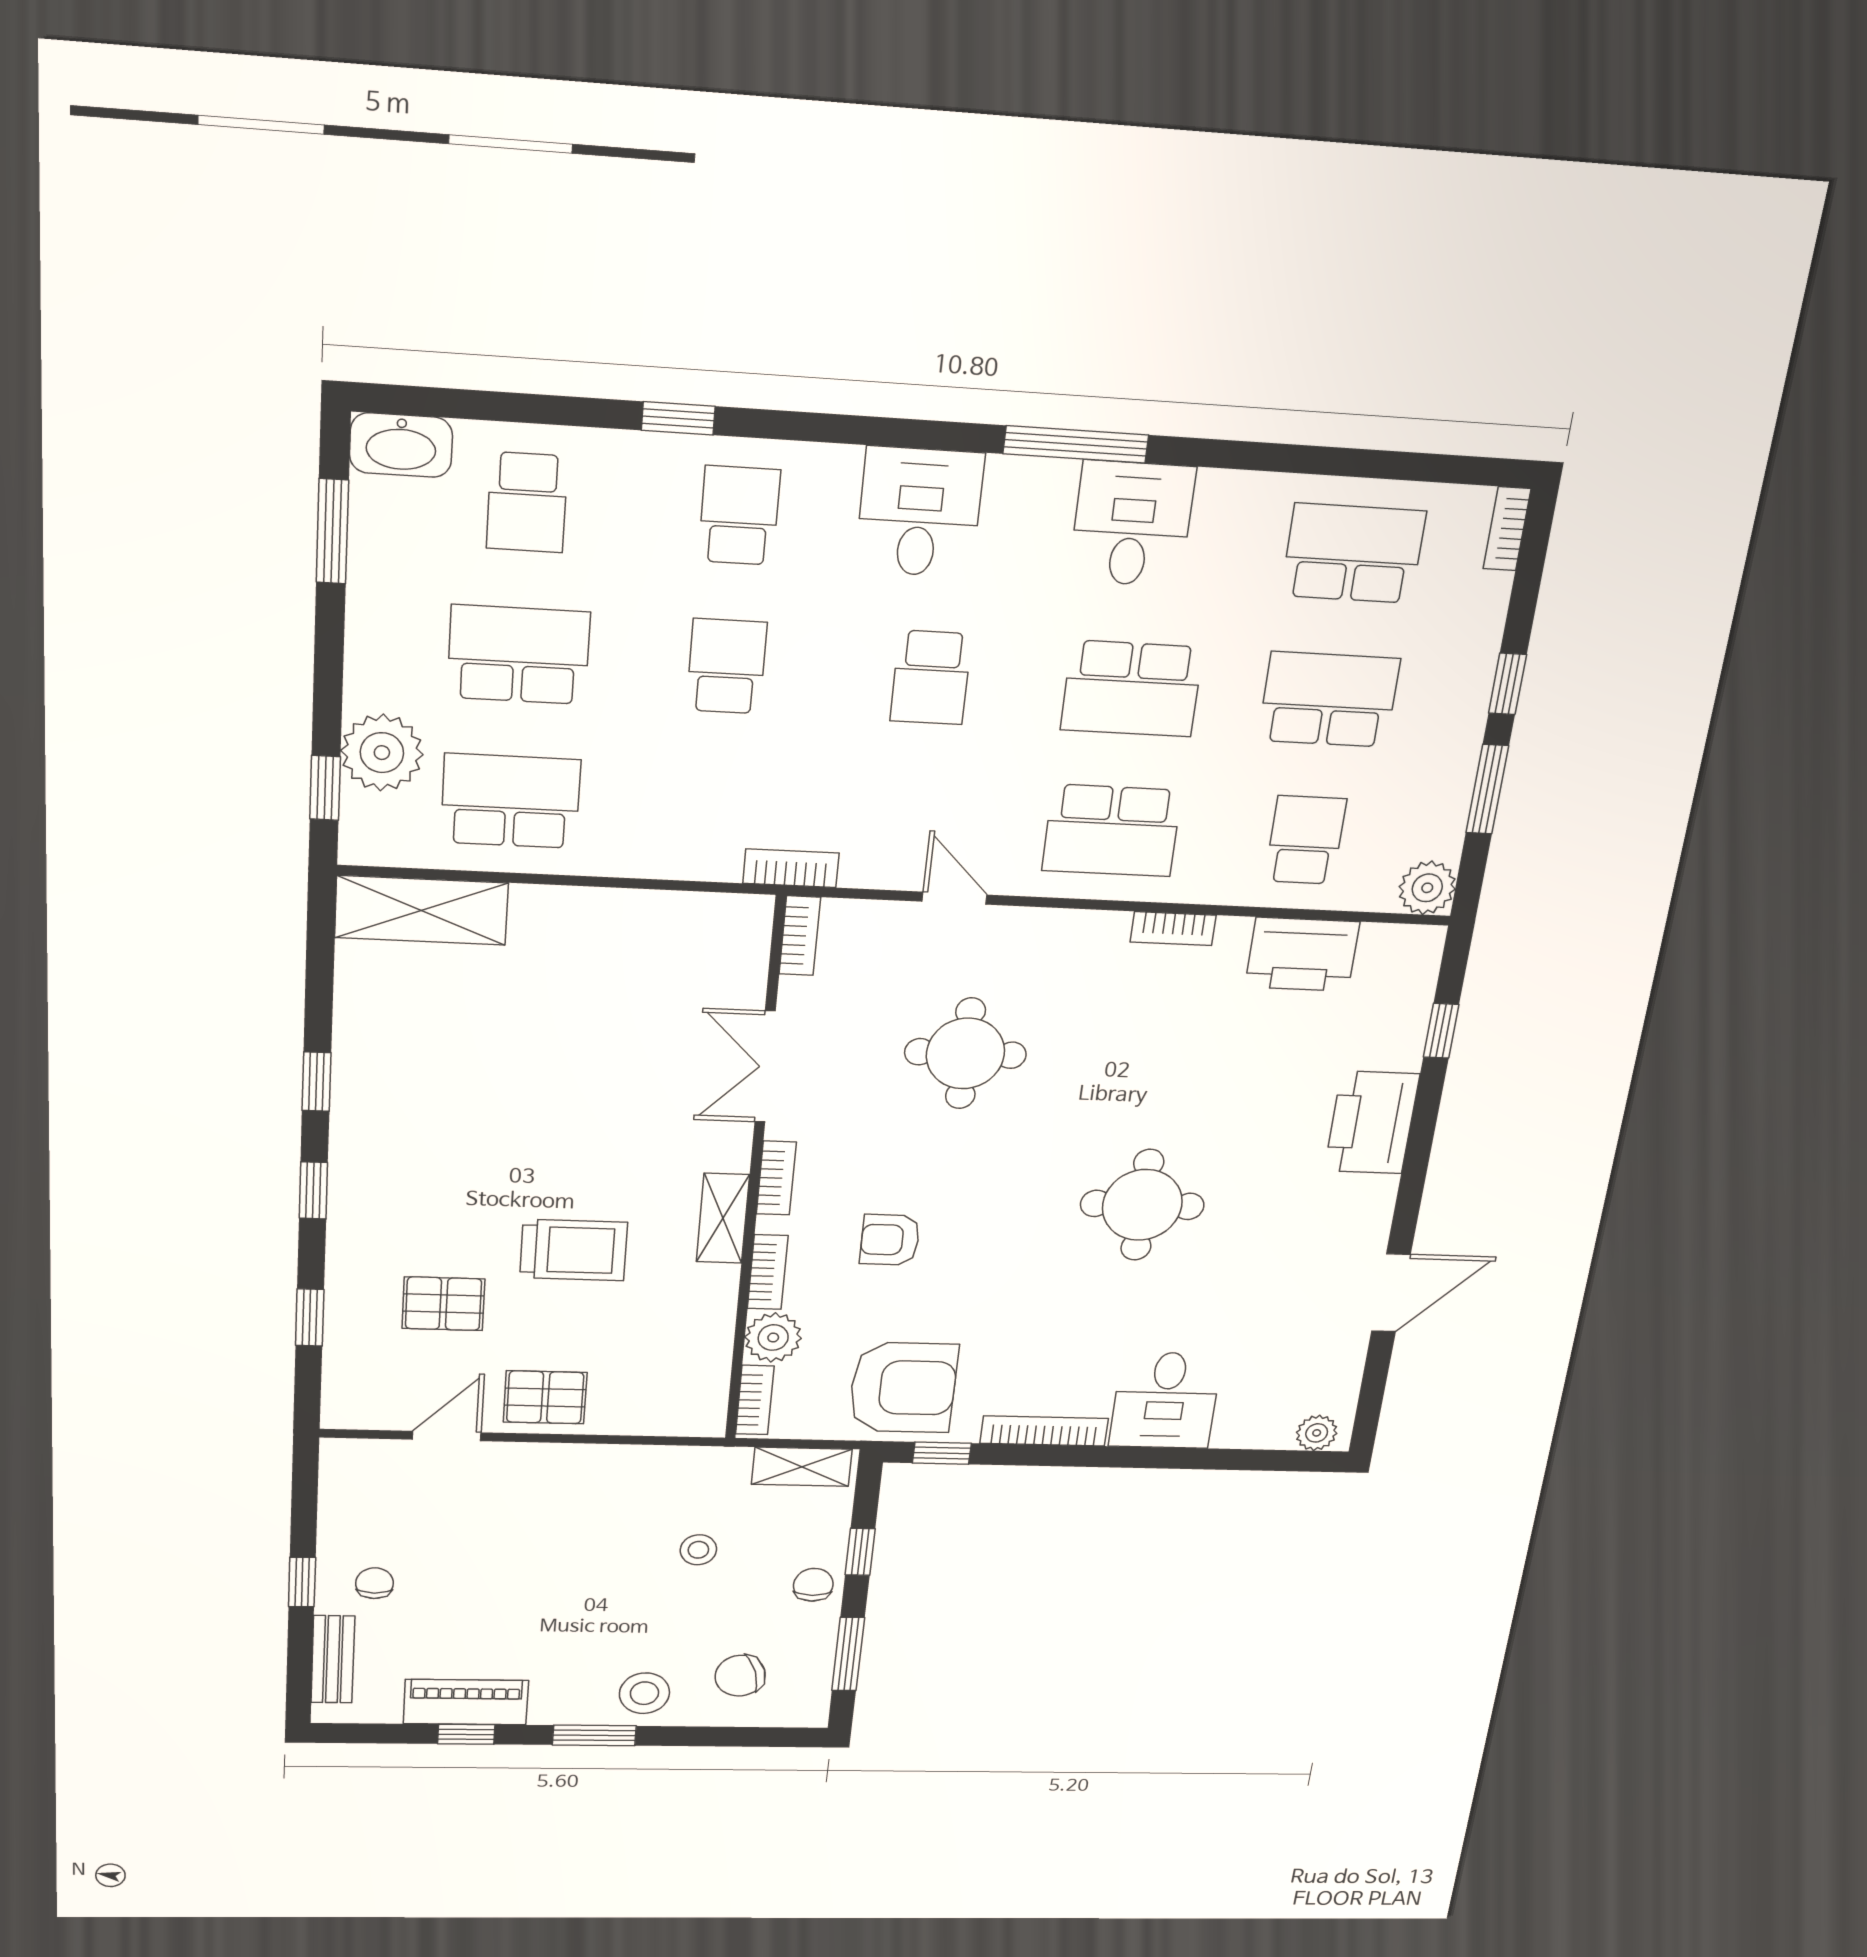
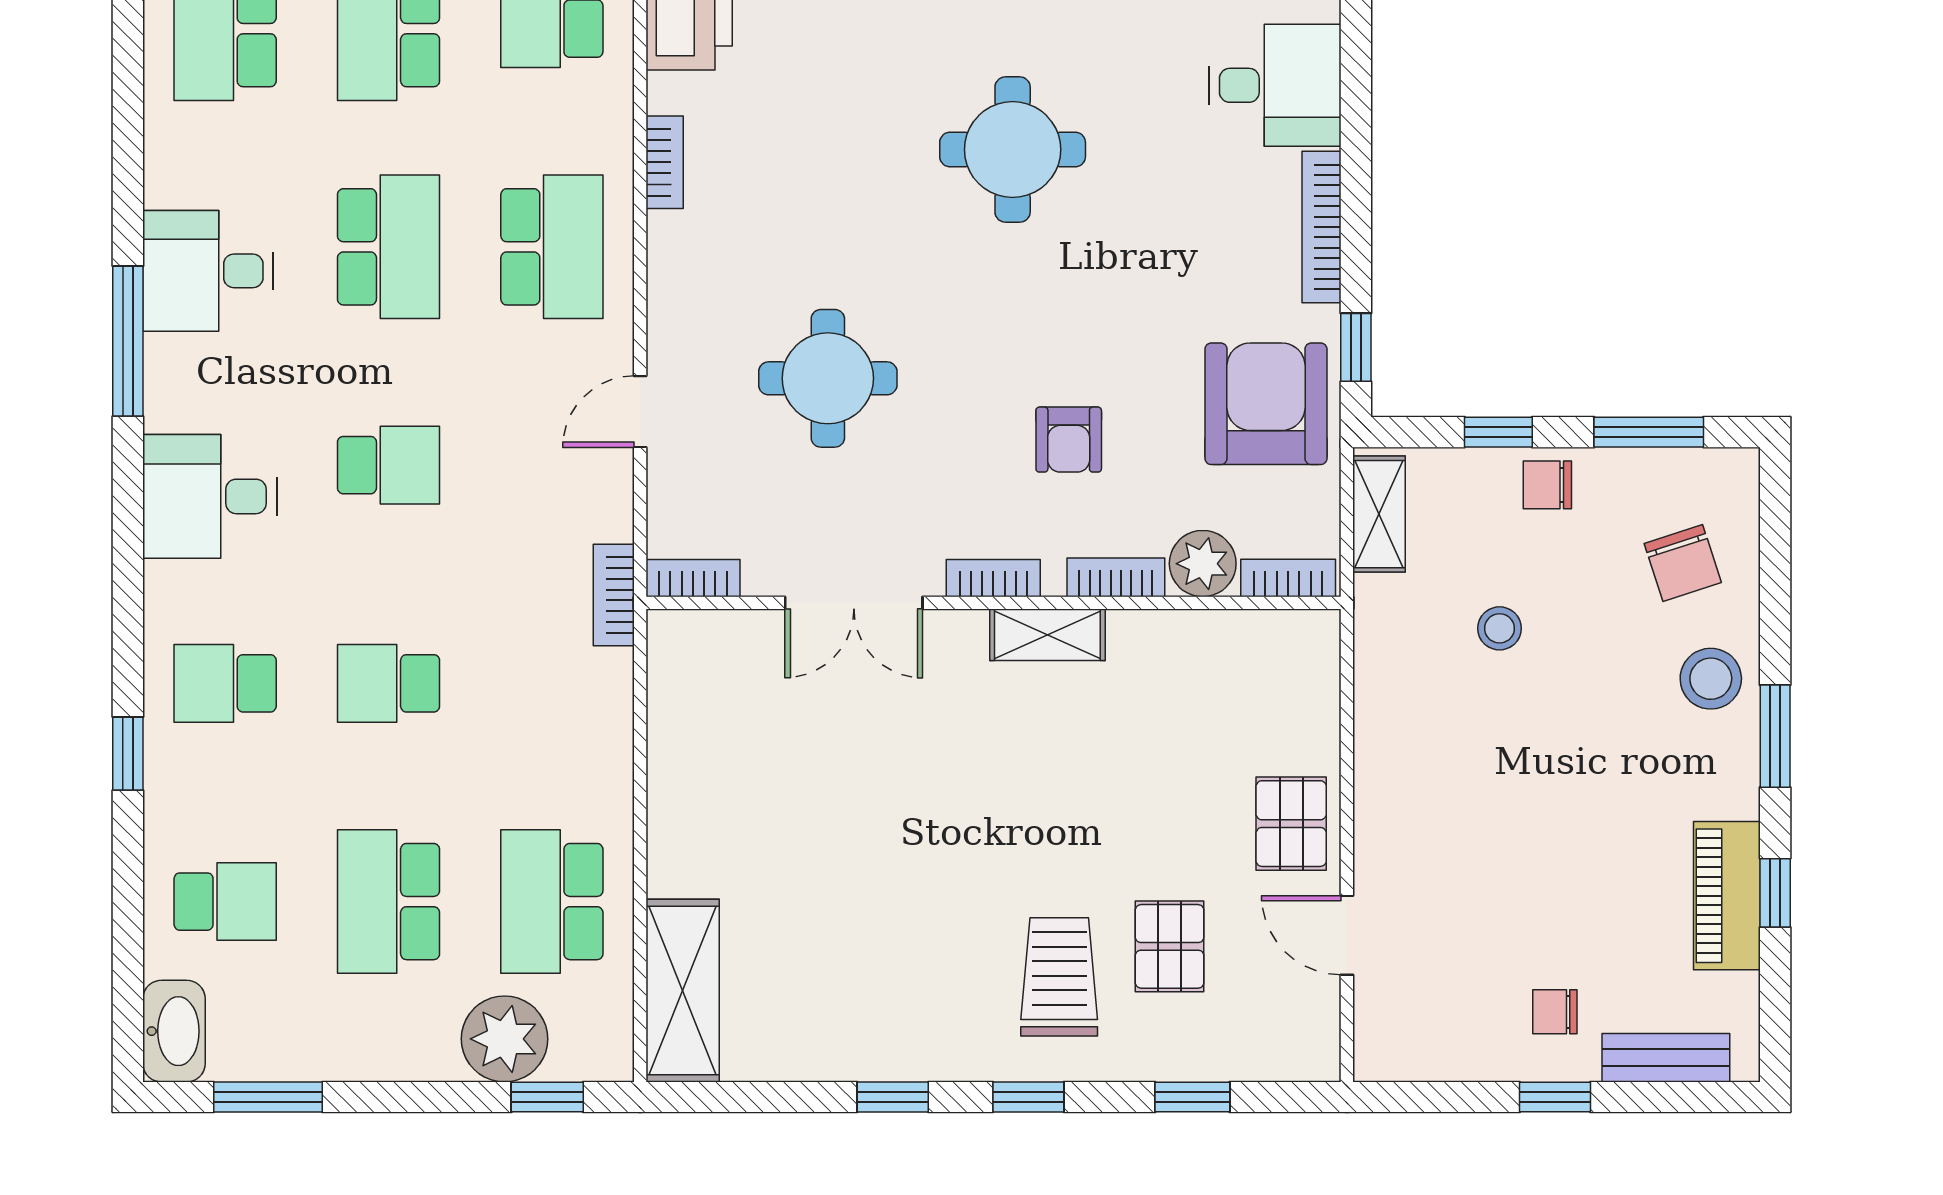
trolley: (574, 1250) -> (1059, 977), moved

